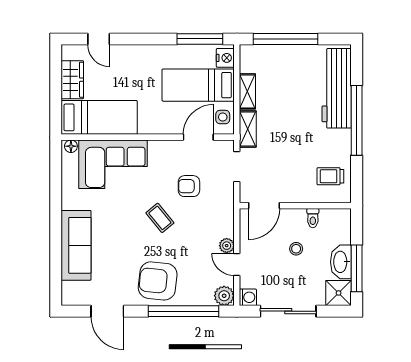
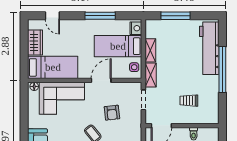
window: (200, 39) -> (100, 16), moved
window: (285, 39) -> (175, 16), width x0.68
door: (198, 137) -> (101, 80), moved
trolley: (330, 176) -> (189, 101), moved
armchair: (189, 186) -> (112, 113), turned -96

